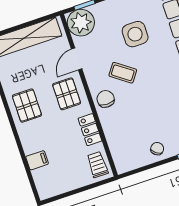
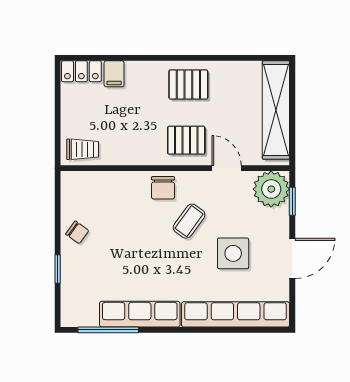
chair: (106, 99) -> (163, 188), turned 90
locker: (90, 130) -> (81, 71), moved, turned 180

